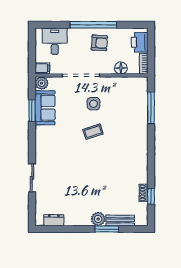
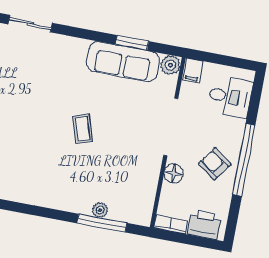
armchair: (99, 43) -> (215, 164), turned 122
floor lamp: (121, 68) -> (174, 174), moved
side table: (94, 104) -> (125, 138), removed
sofa: (45, 108) -> (123, 61), width x1.36
plant: (143, 111) -> (100, 210), added

